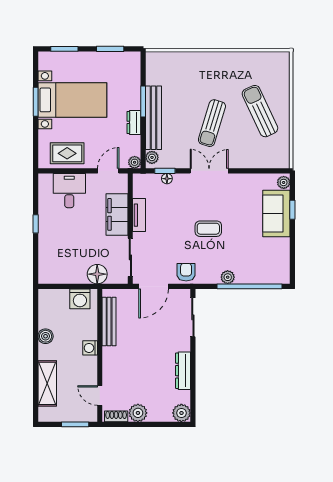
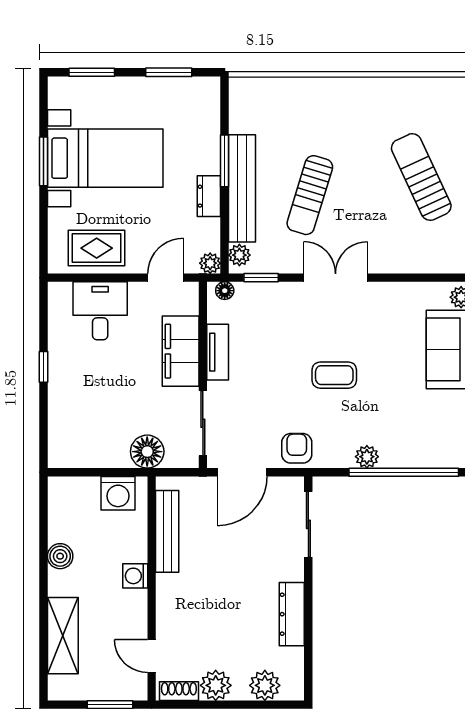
sun lounger: (212, 123) -> (310, 195), moved
floor lamp: (167, 179) -> (225, 291), moved
plant: (181, 413) -> (265, 685), moved

